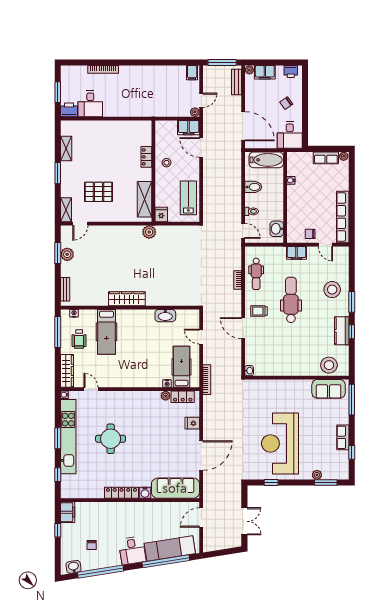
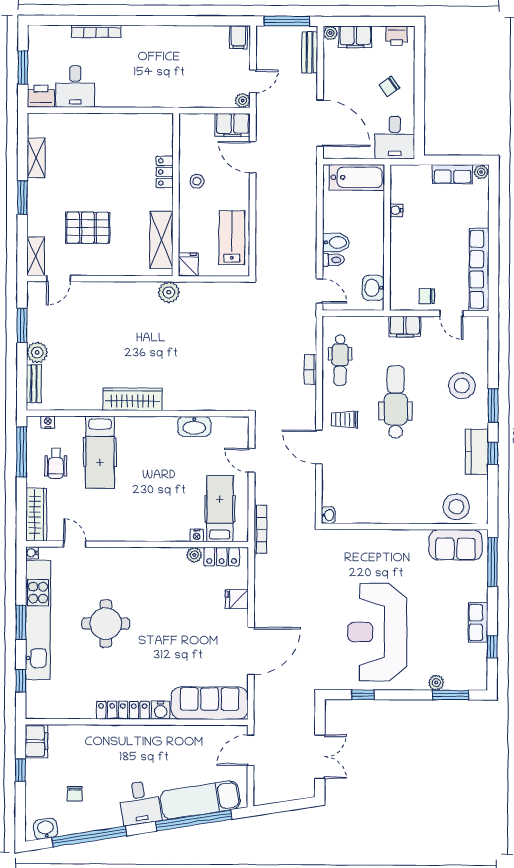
bidet: (253, 187) -> (336, 242), moved
plant: (67, 254) -> (37, 352), moved

